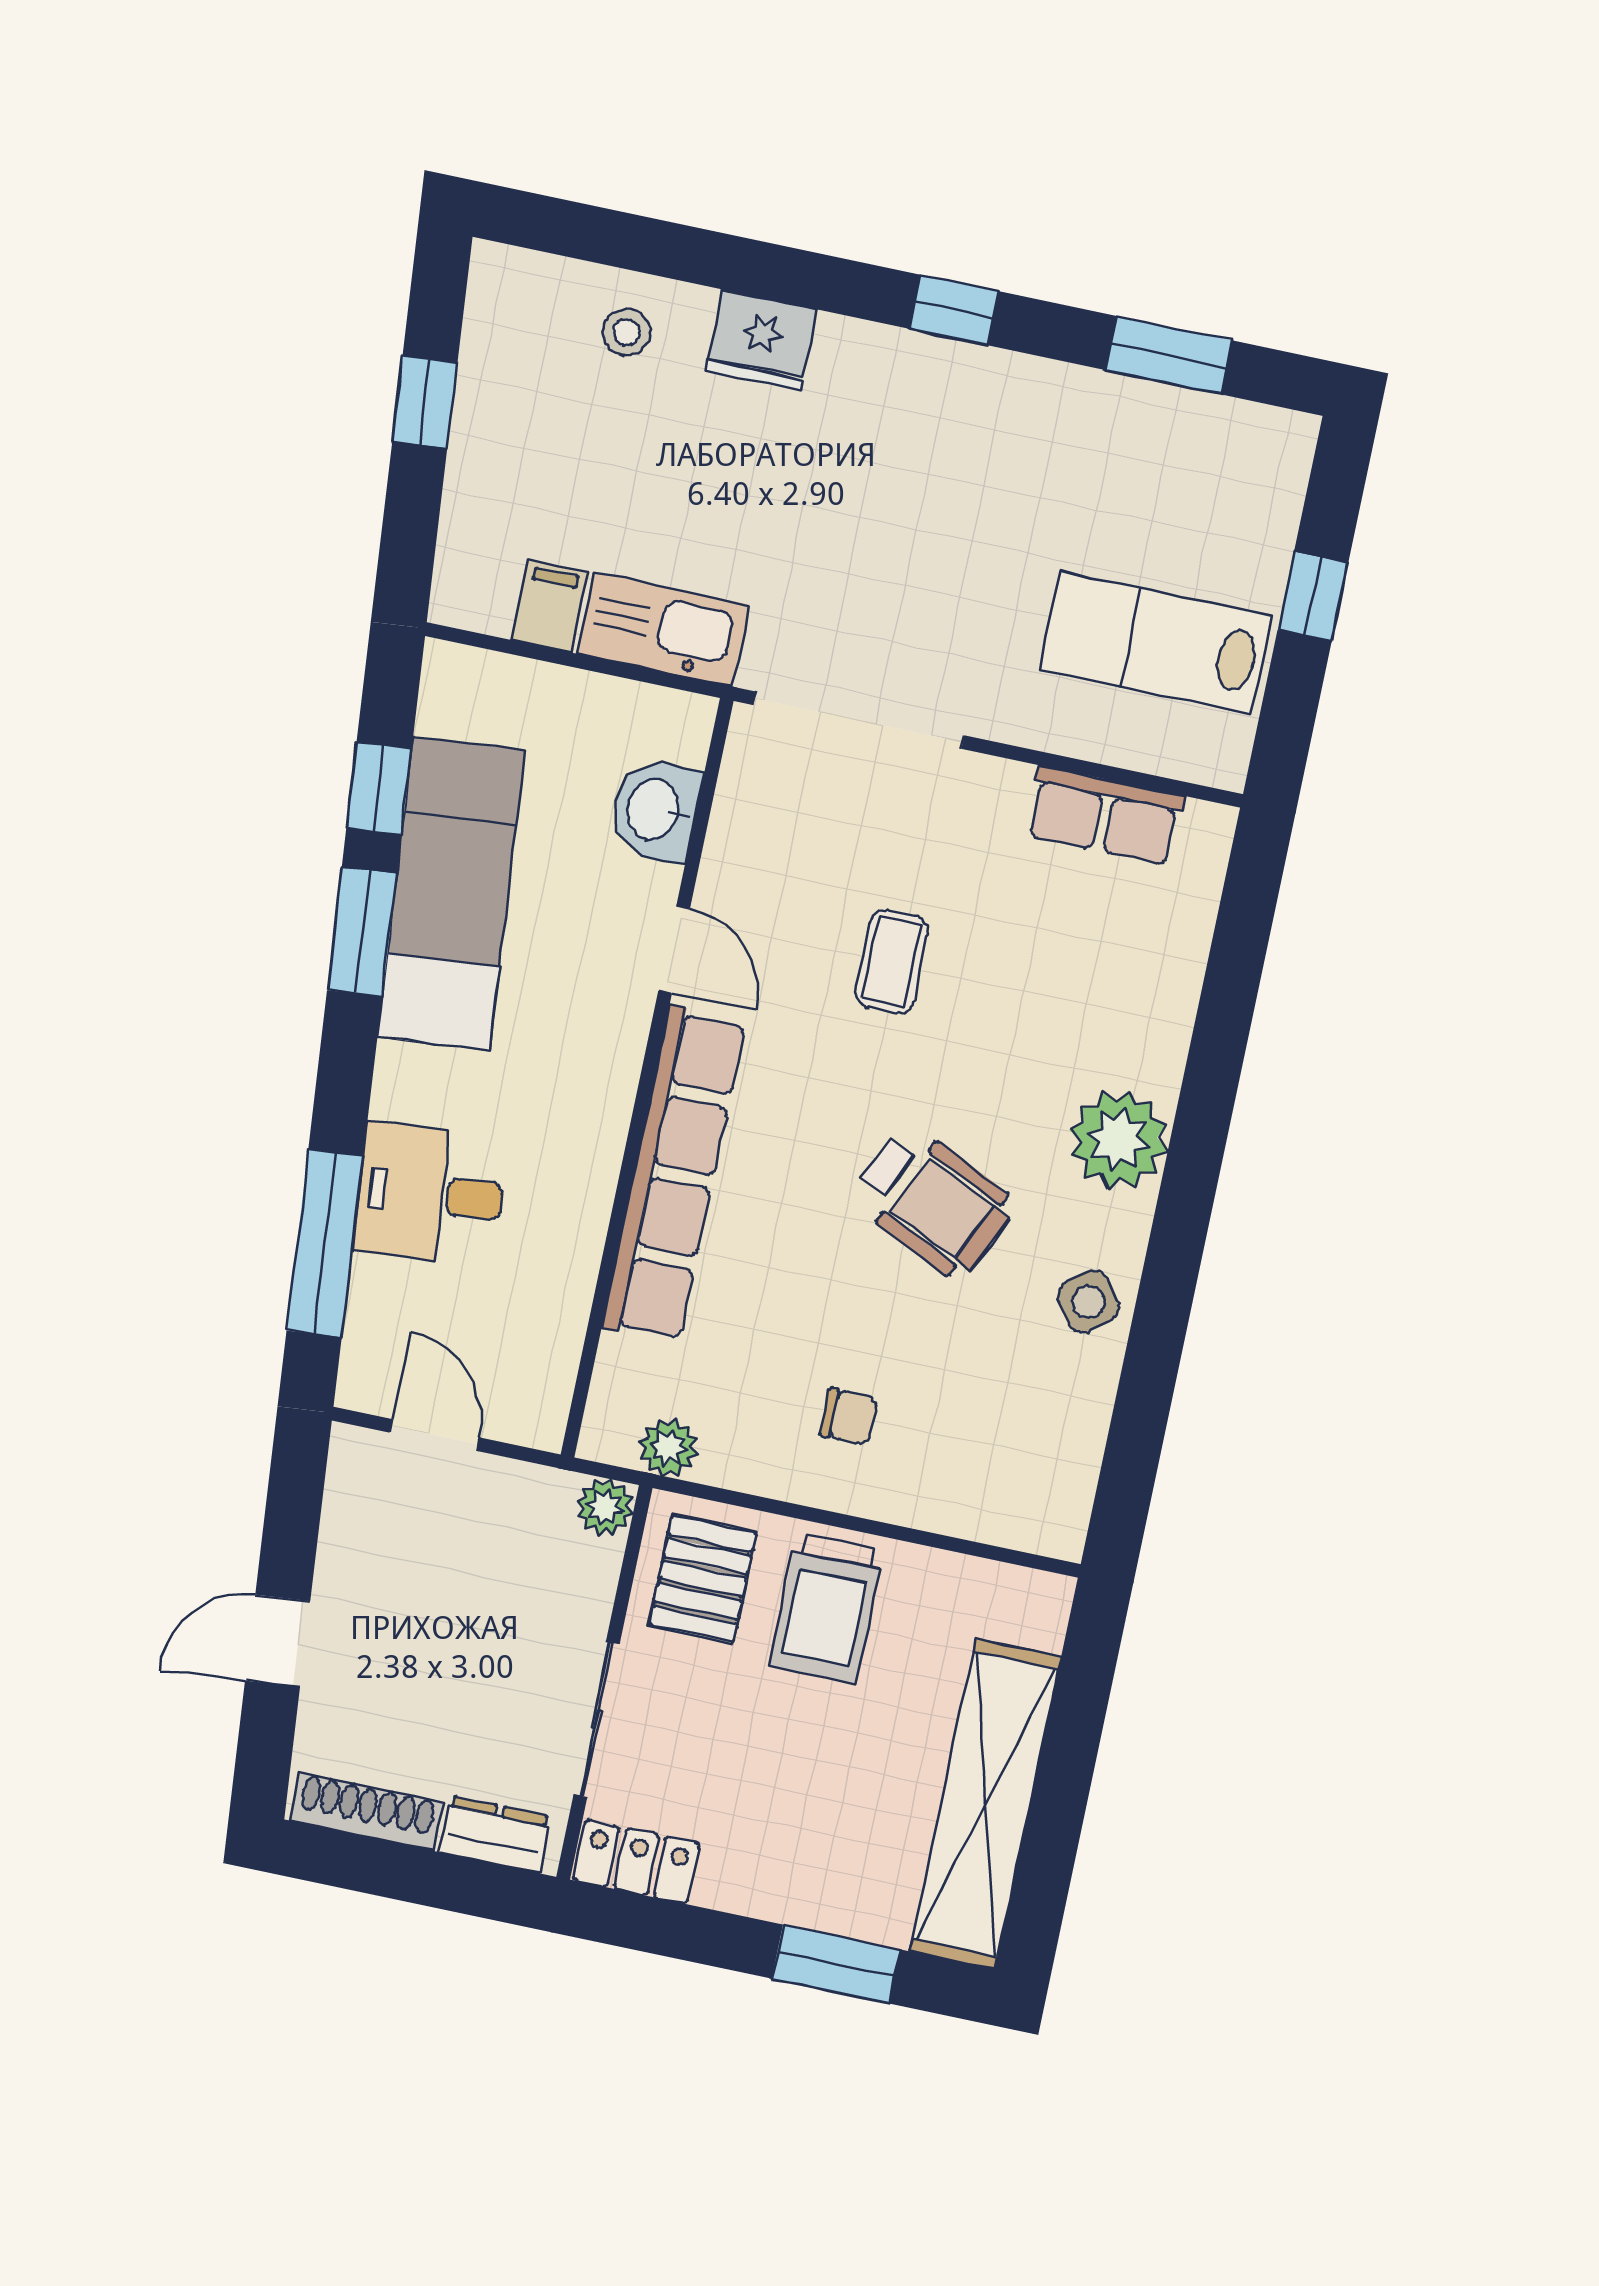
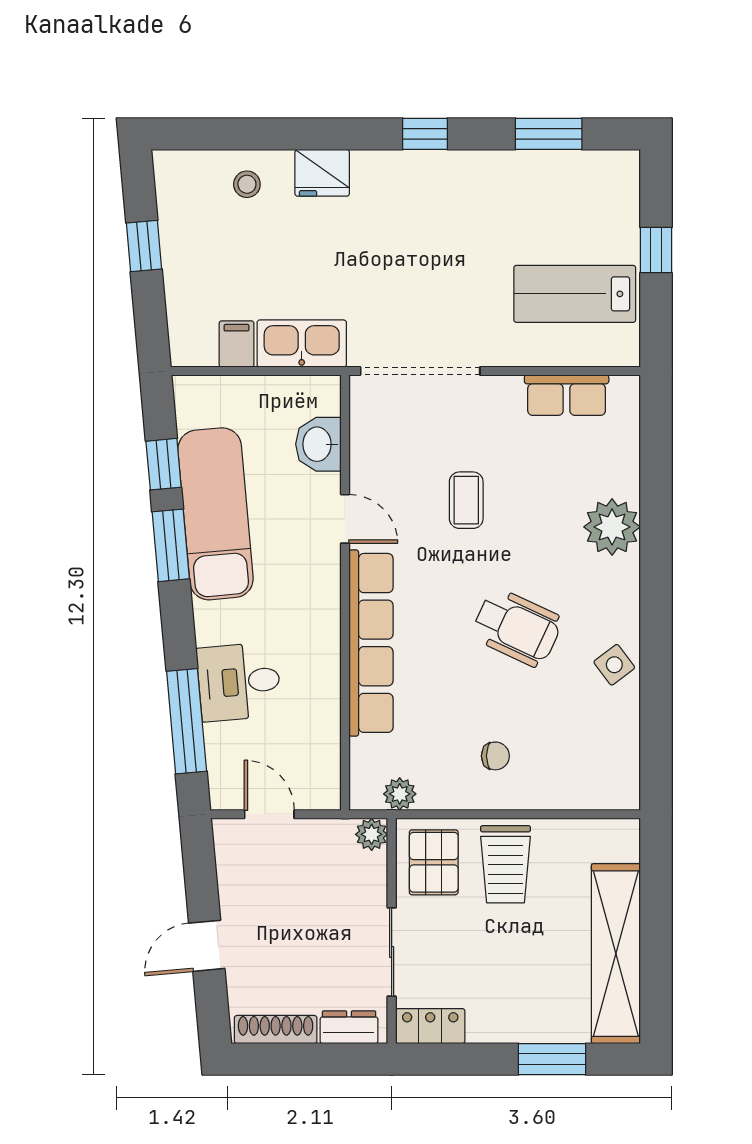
plant: (1119, 1140) -> (612, 527), moved

